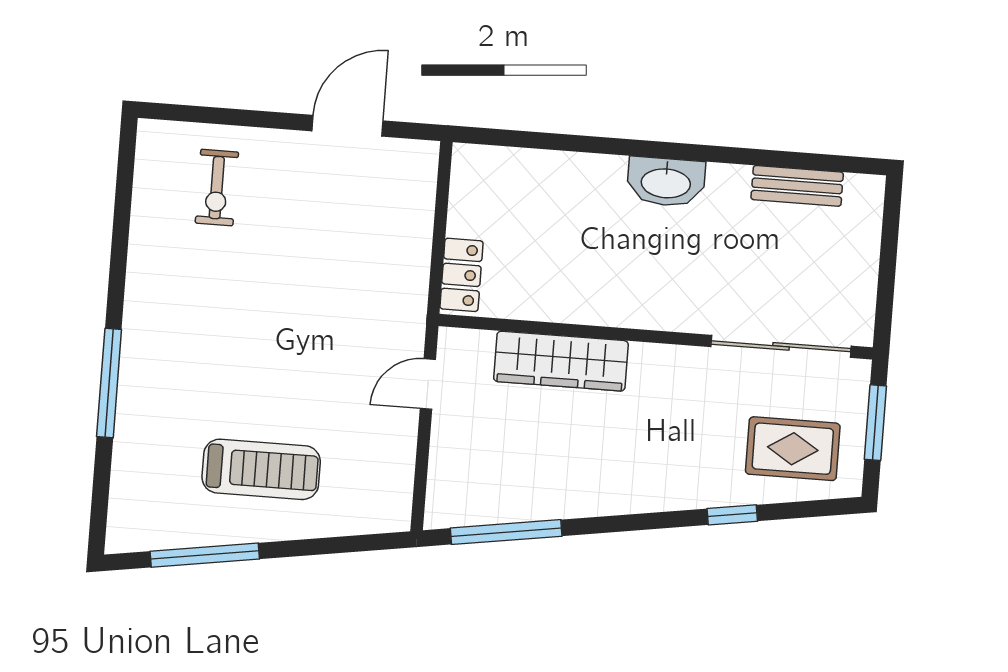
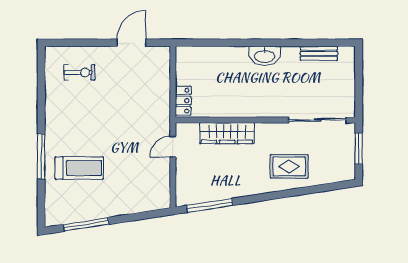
exercise bike: (217, 188) -> (80, 72), turned -90
rug: (793, 449) -> (289, 166), moved
treadmill: (261, 469) -> (79, 168), moved
window: (732, 515) -> (303, 191), removed

